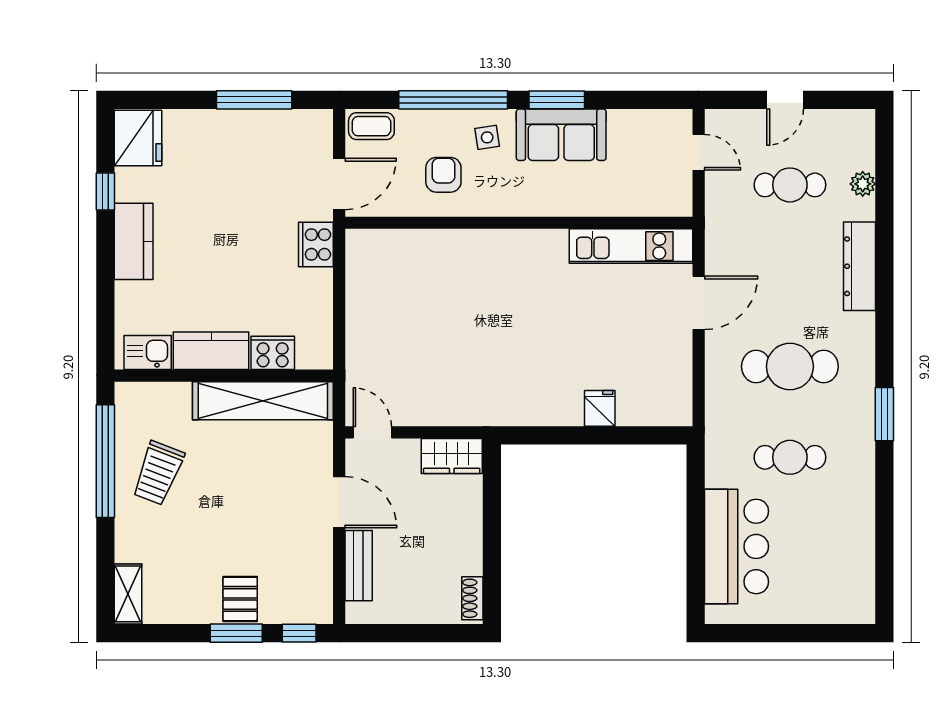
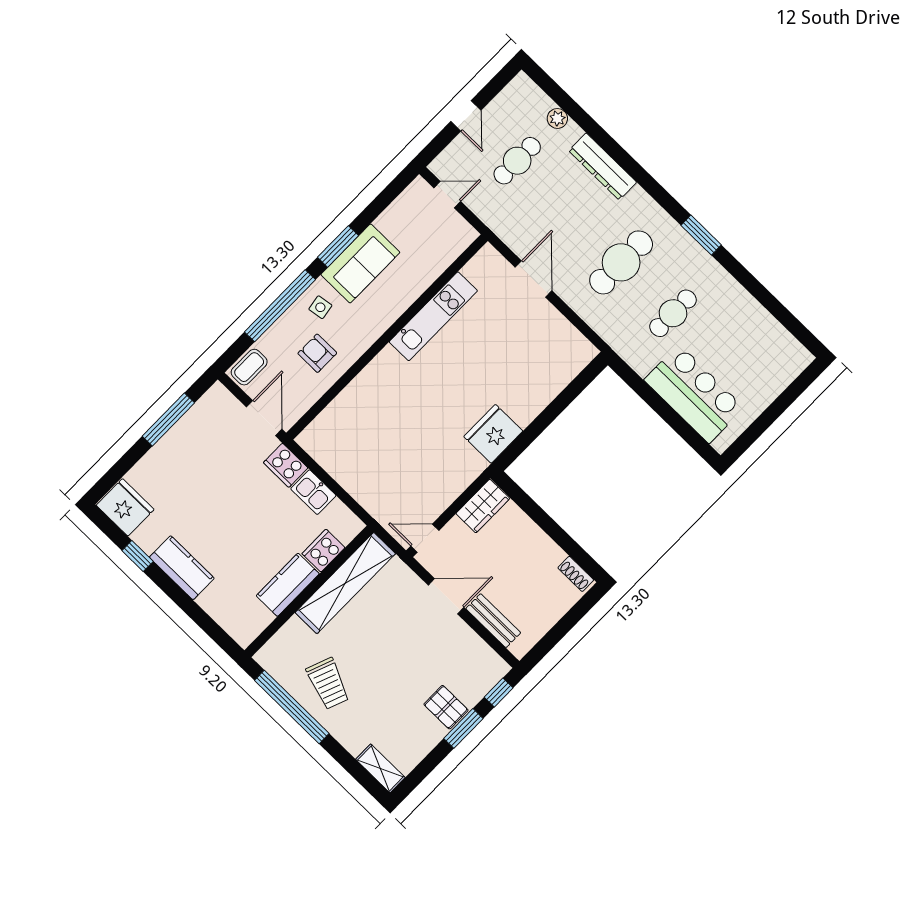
kitchen unit: (631, 246) -> (433, 316), moved
kitchen sink: (148, 352) -> (313, 492), moved, turned -90
fridge: (600, 408) -> (493, 434), moved, width x1.88, depth x1.34

